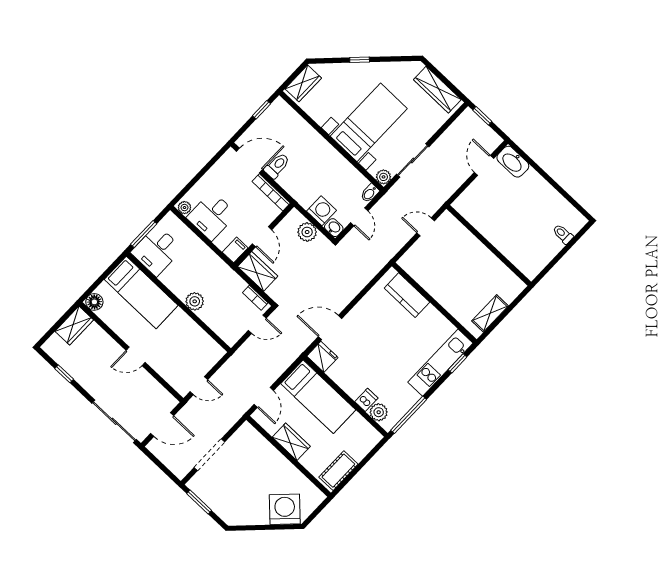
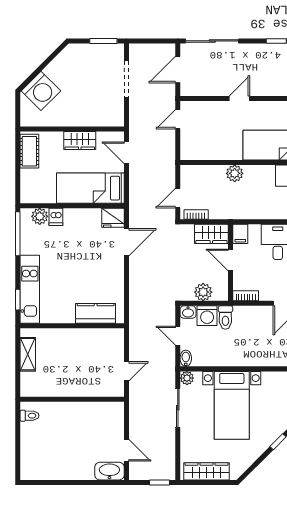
toilet: (277, 166) -> (225, 318), moved
bookcase: (271, 192) -> (246, 296), width x0.64
toilet: (563, 234) -> (29, 416), moved

